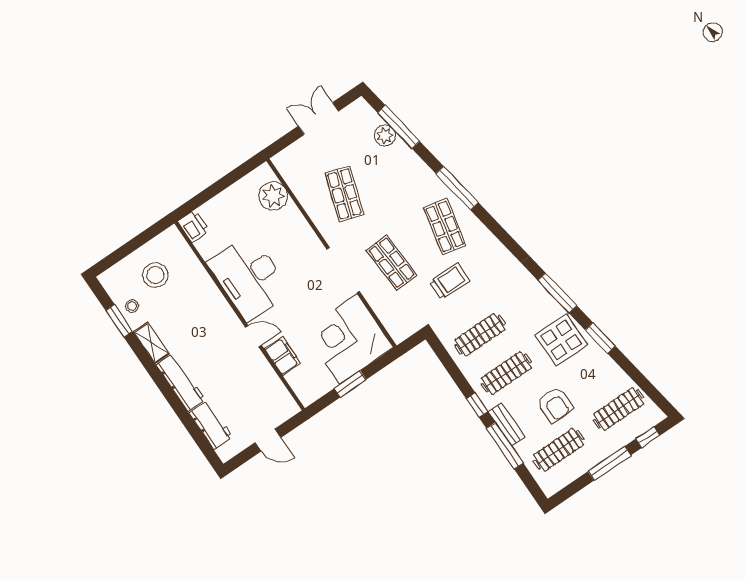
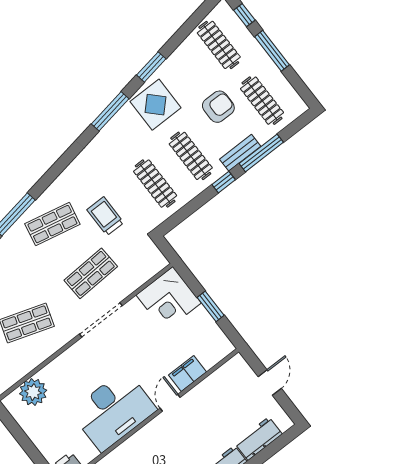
corner desk: (348, 339) -> (169, 299), width x0.74, depth x0.74

